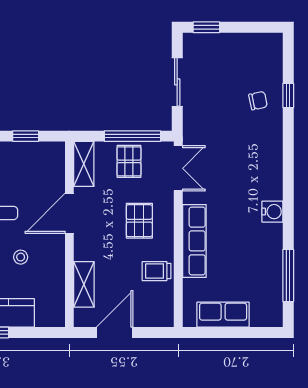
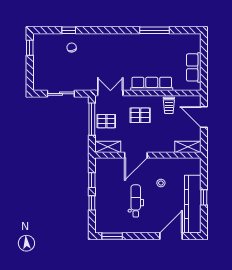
window: (206, 27) -> (30, 48), moved
water cooler: (272, 212) -> (135, 39), removed
door: (69, 213) -> (136, 155), hinge flipped
window: (288, 275) -> (154, 30), moved
shelving: (84, 284) -> (188, 147), moved
door: (115, 332) -> (204, 117), moved

